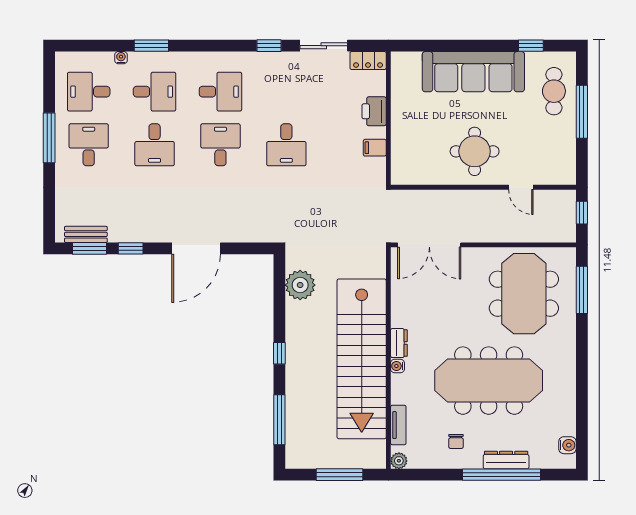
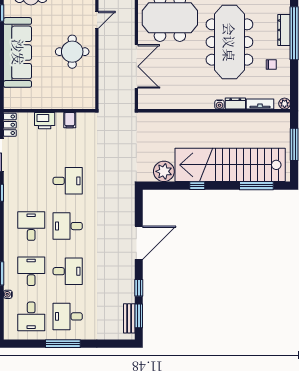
double door: (429, 245) -> (136, 66), moved
door: (196, 248) -> (139, 243), hinge flipped
dresser: (399, 343) -> (235, 104), moved
window: (279, 353) -> (197, 186), moved
stairs: (362, 359) -> (230, 165), moved, turned 180

